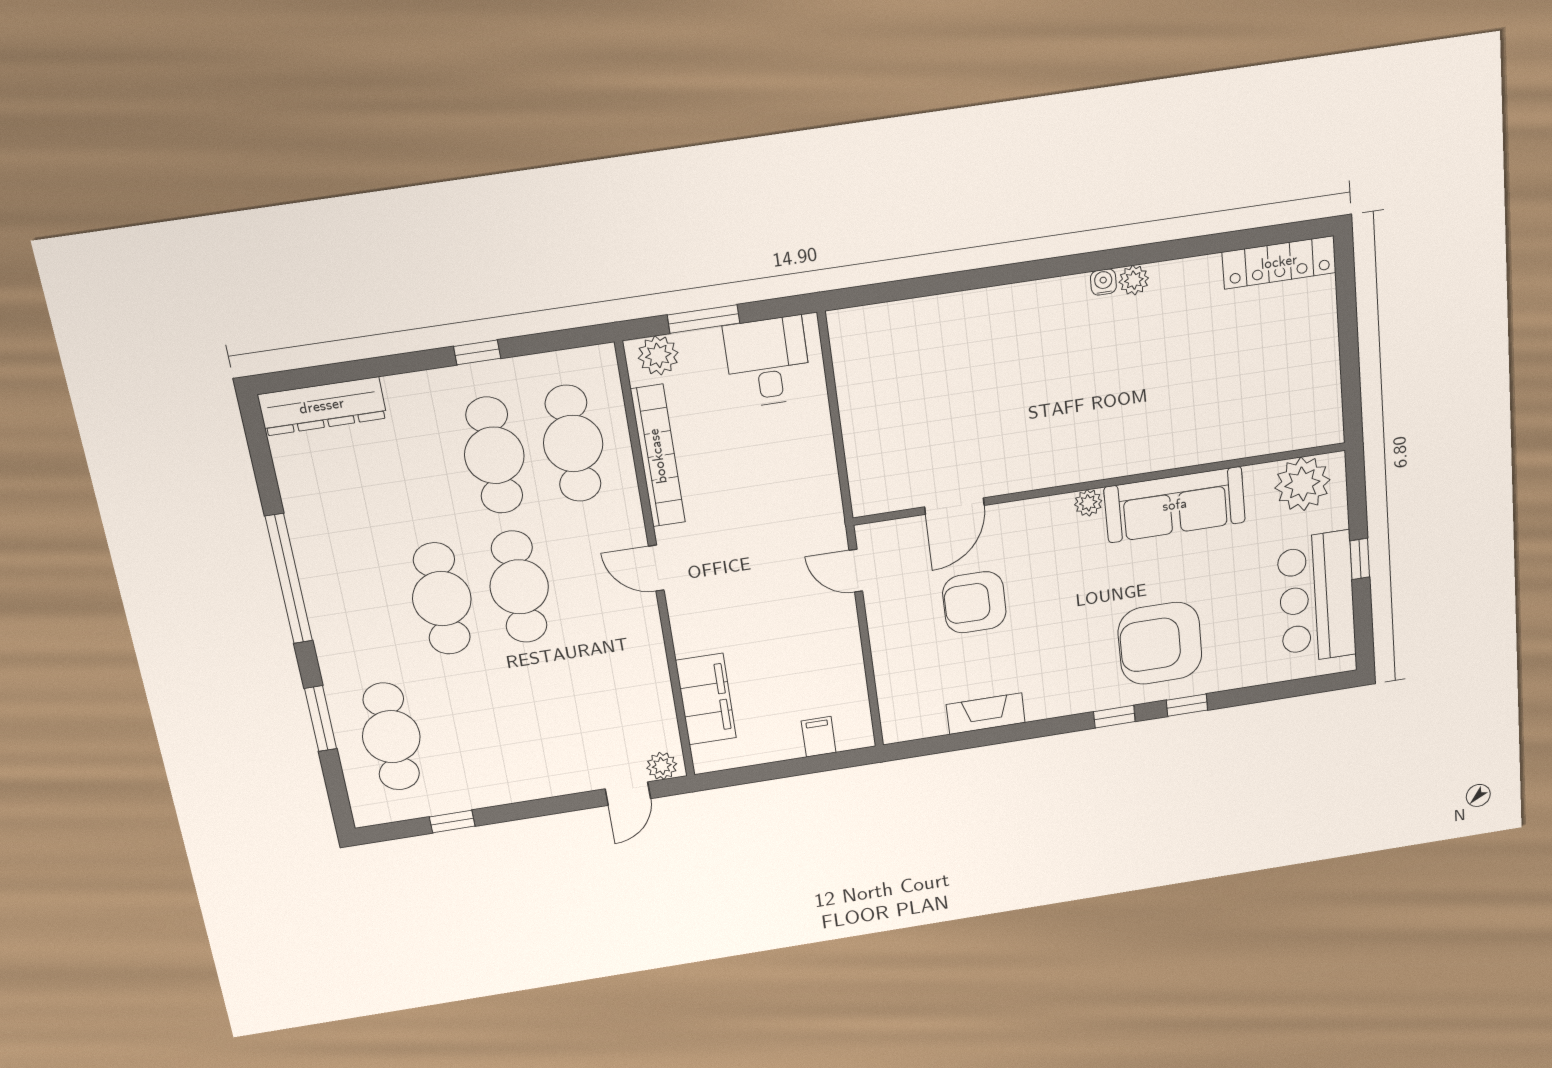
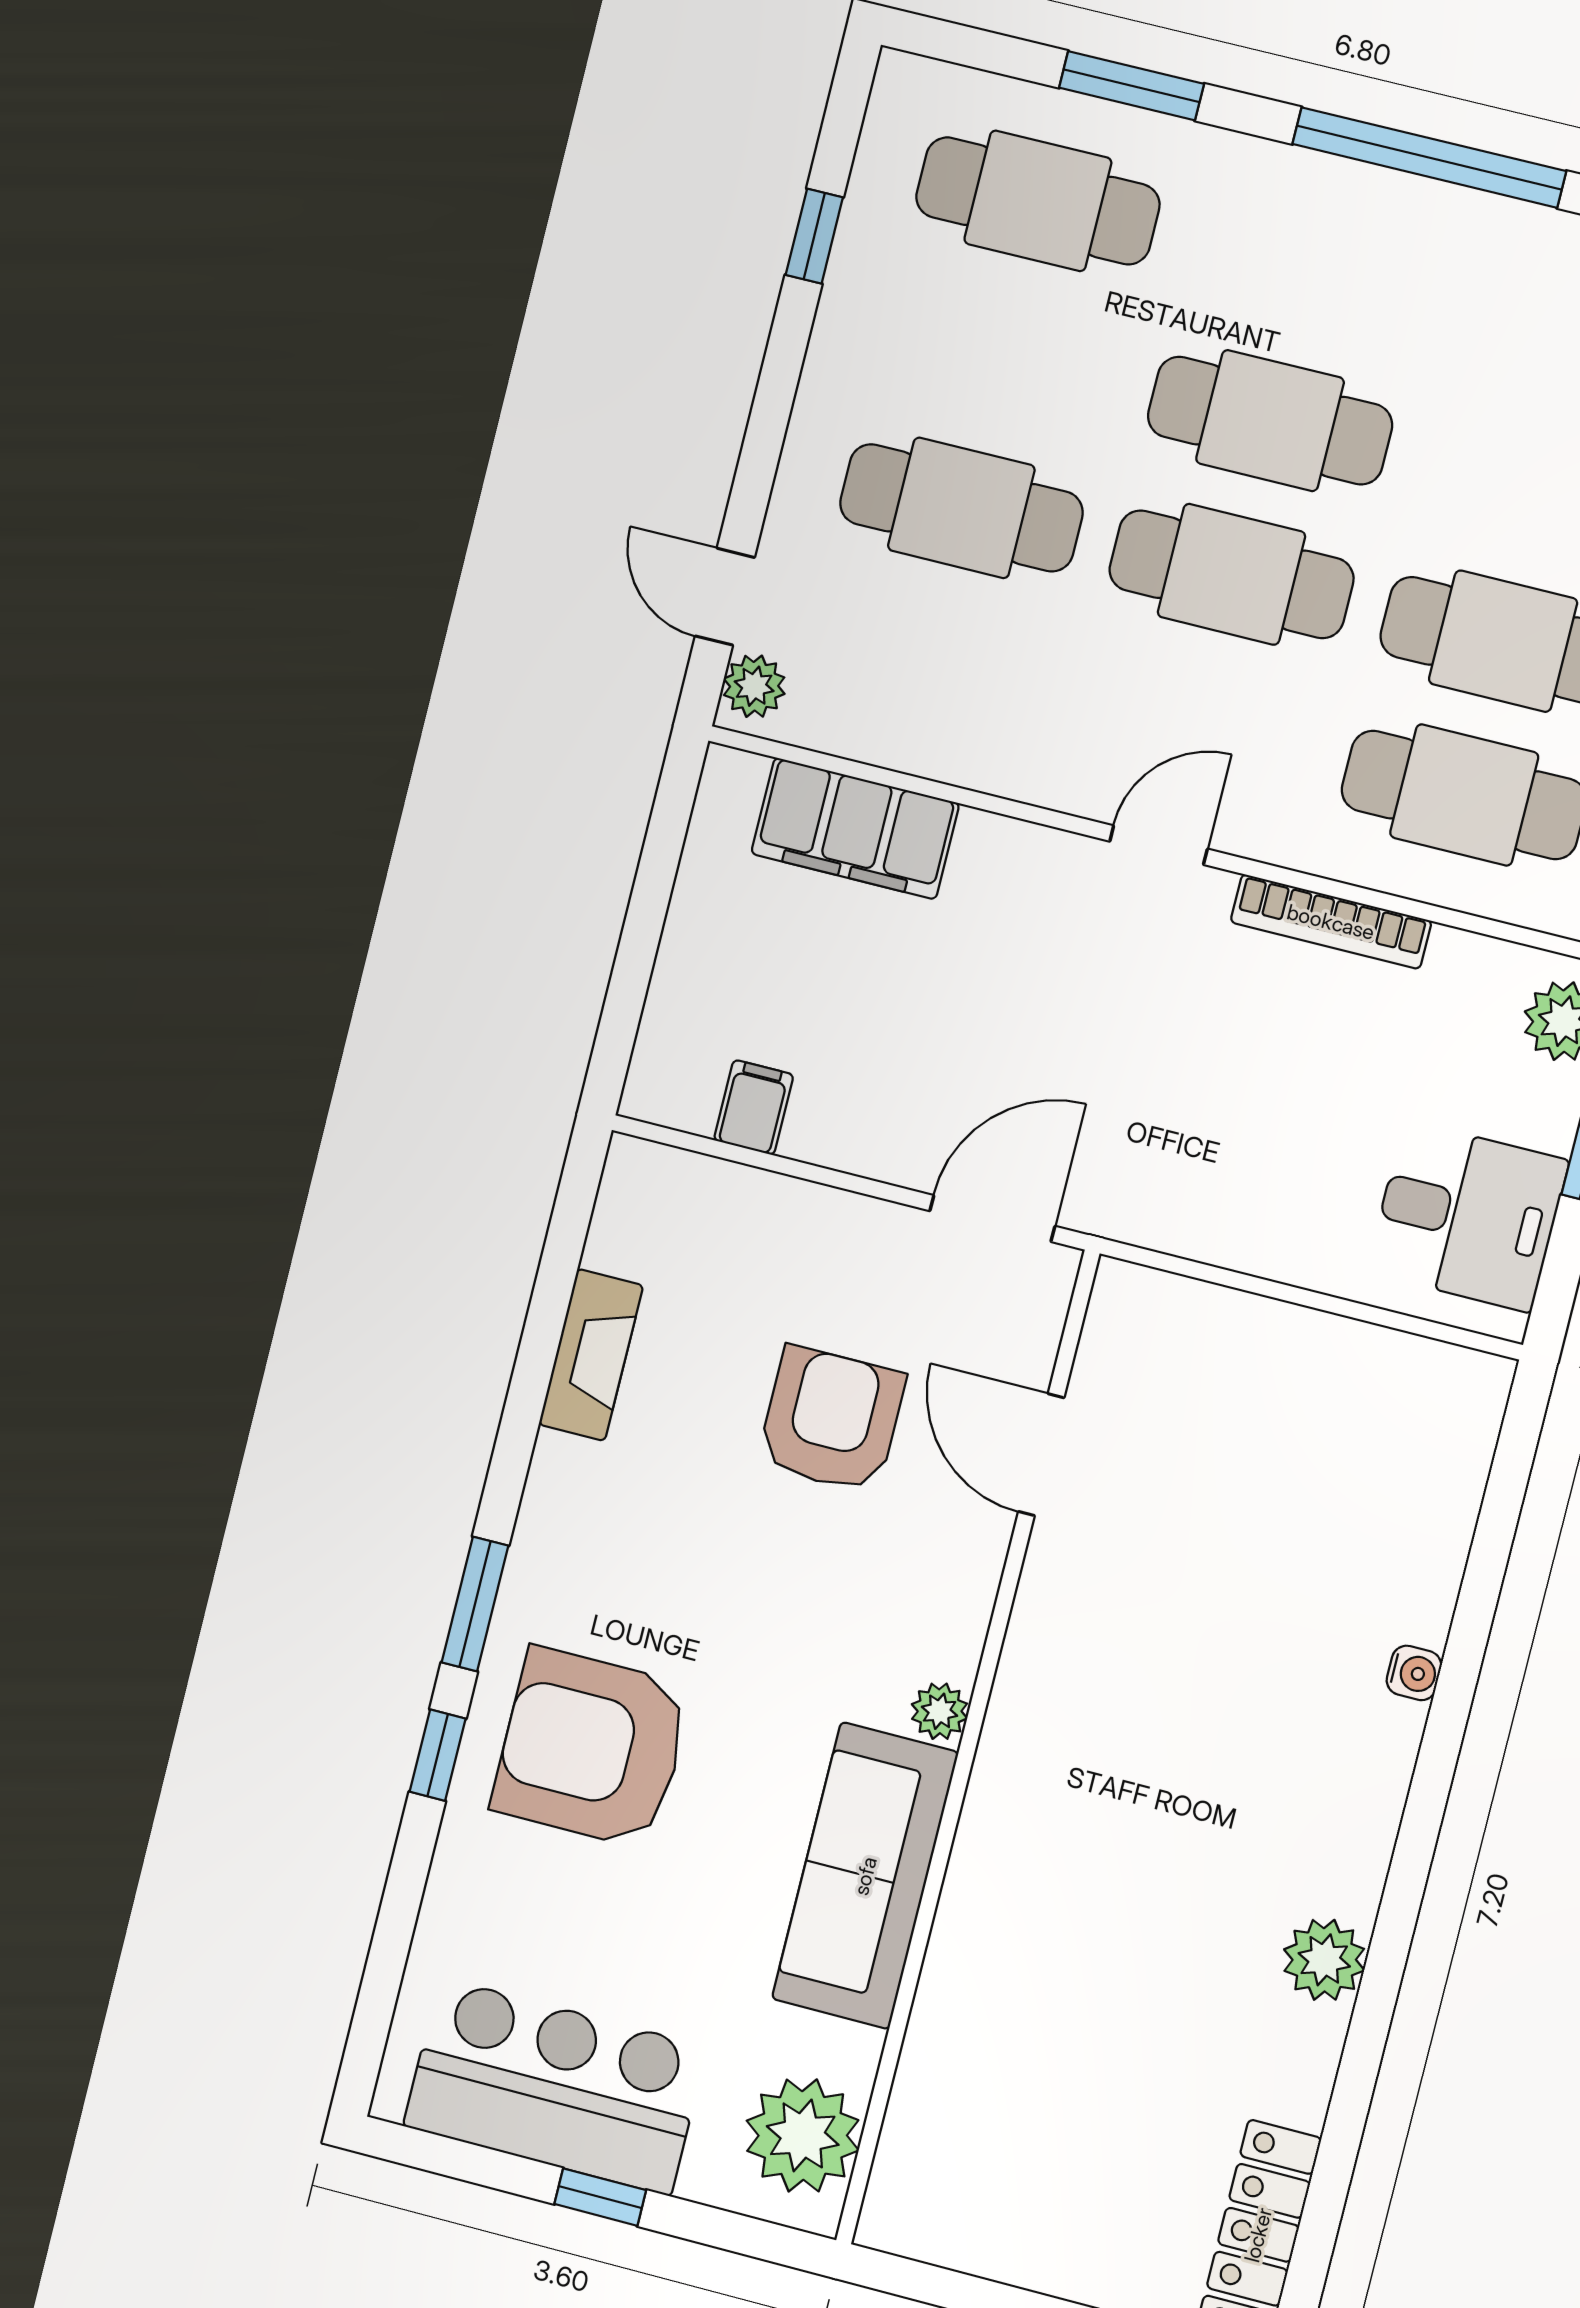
plant: (1134, 280) -> (1324, 1960), width x1.38, depth x1.38
water cooler: (1103, 282) -> (1414, 1673), moved
bookcase: (658, 456) -> (1331, 922), width x0.68, depth x0.76
door: (856, 571) -> (992, 1219), width x1.38
armchair: (1160, 643) -> (592, 1748), turned -90
cafe table: (543, 713) -> (961, 508), added
window: (1114, 717) -> (475, 1604), width x1.50
filing cabinet: (819, 737) -> (754, 1107), moved, turned -90

